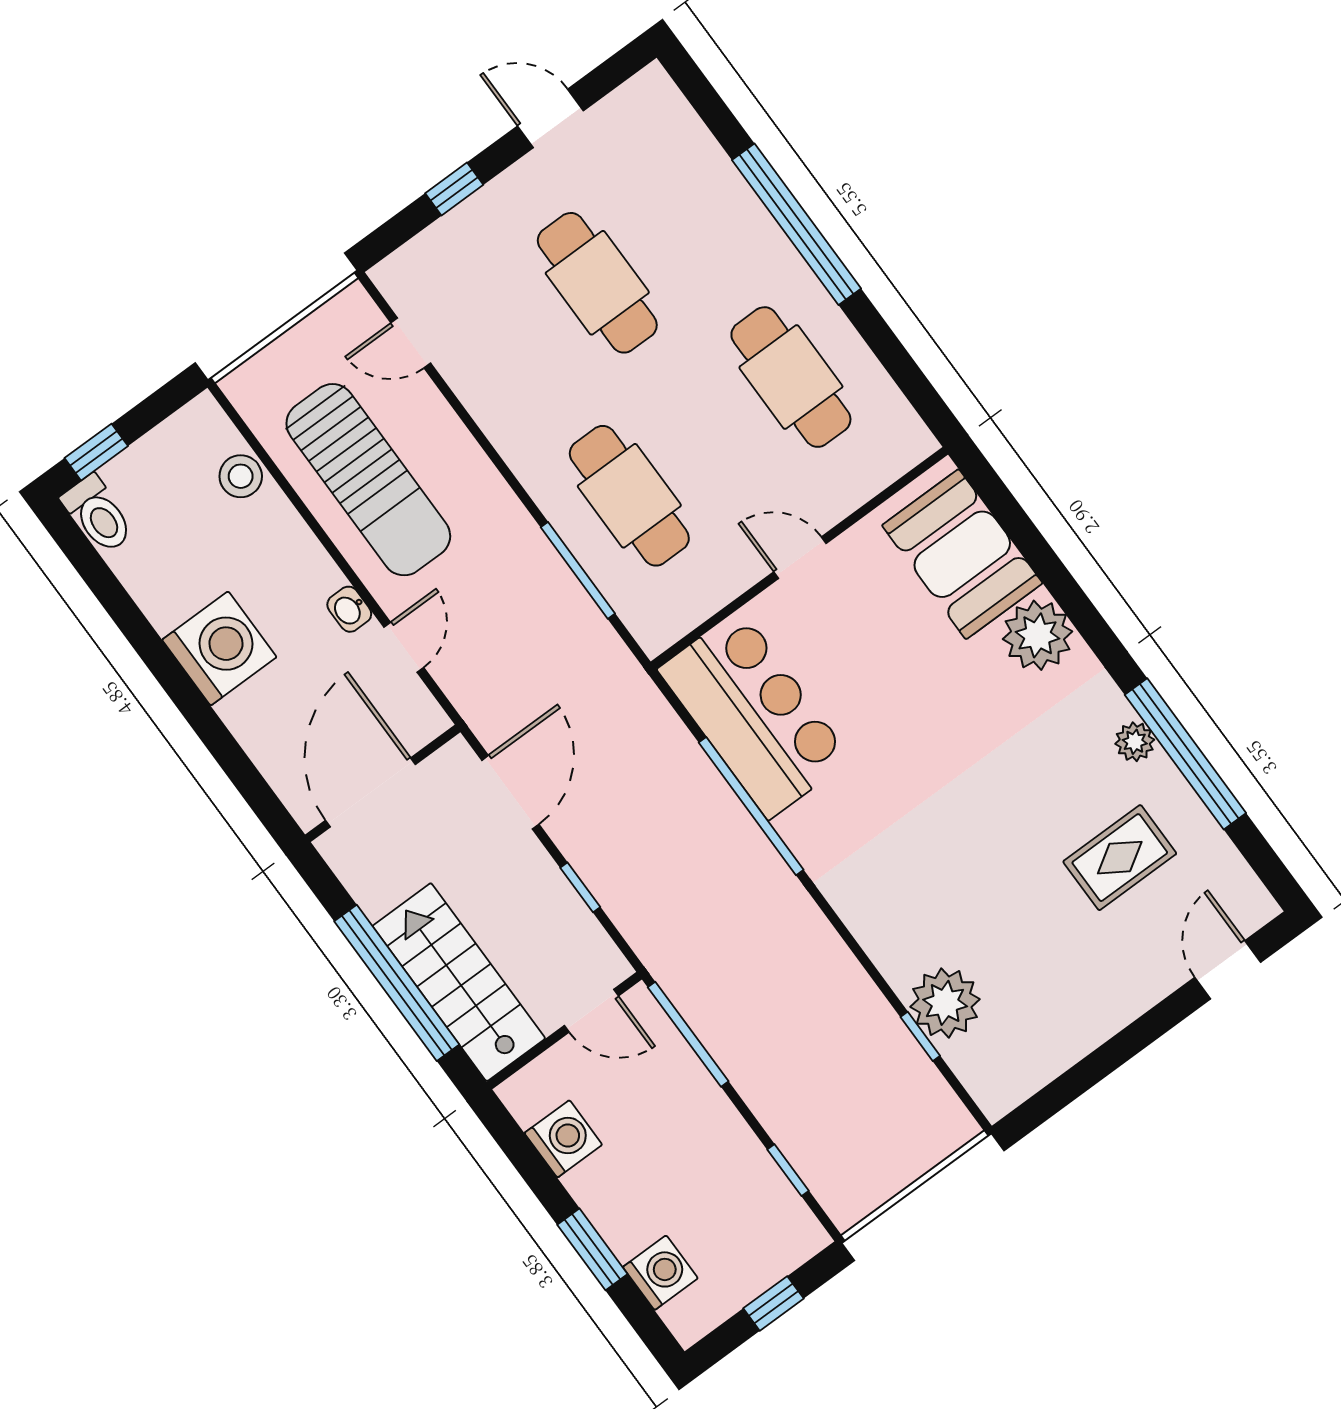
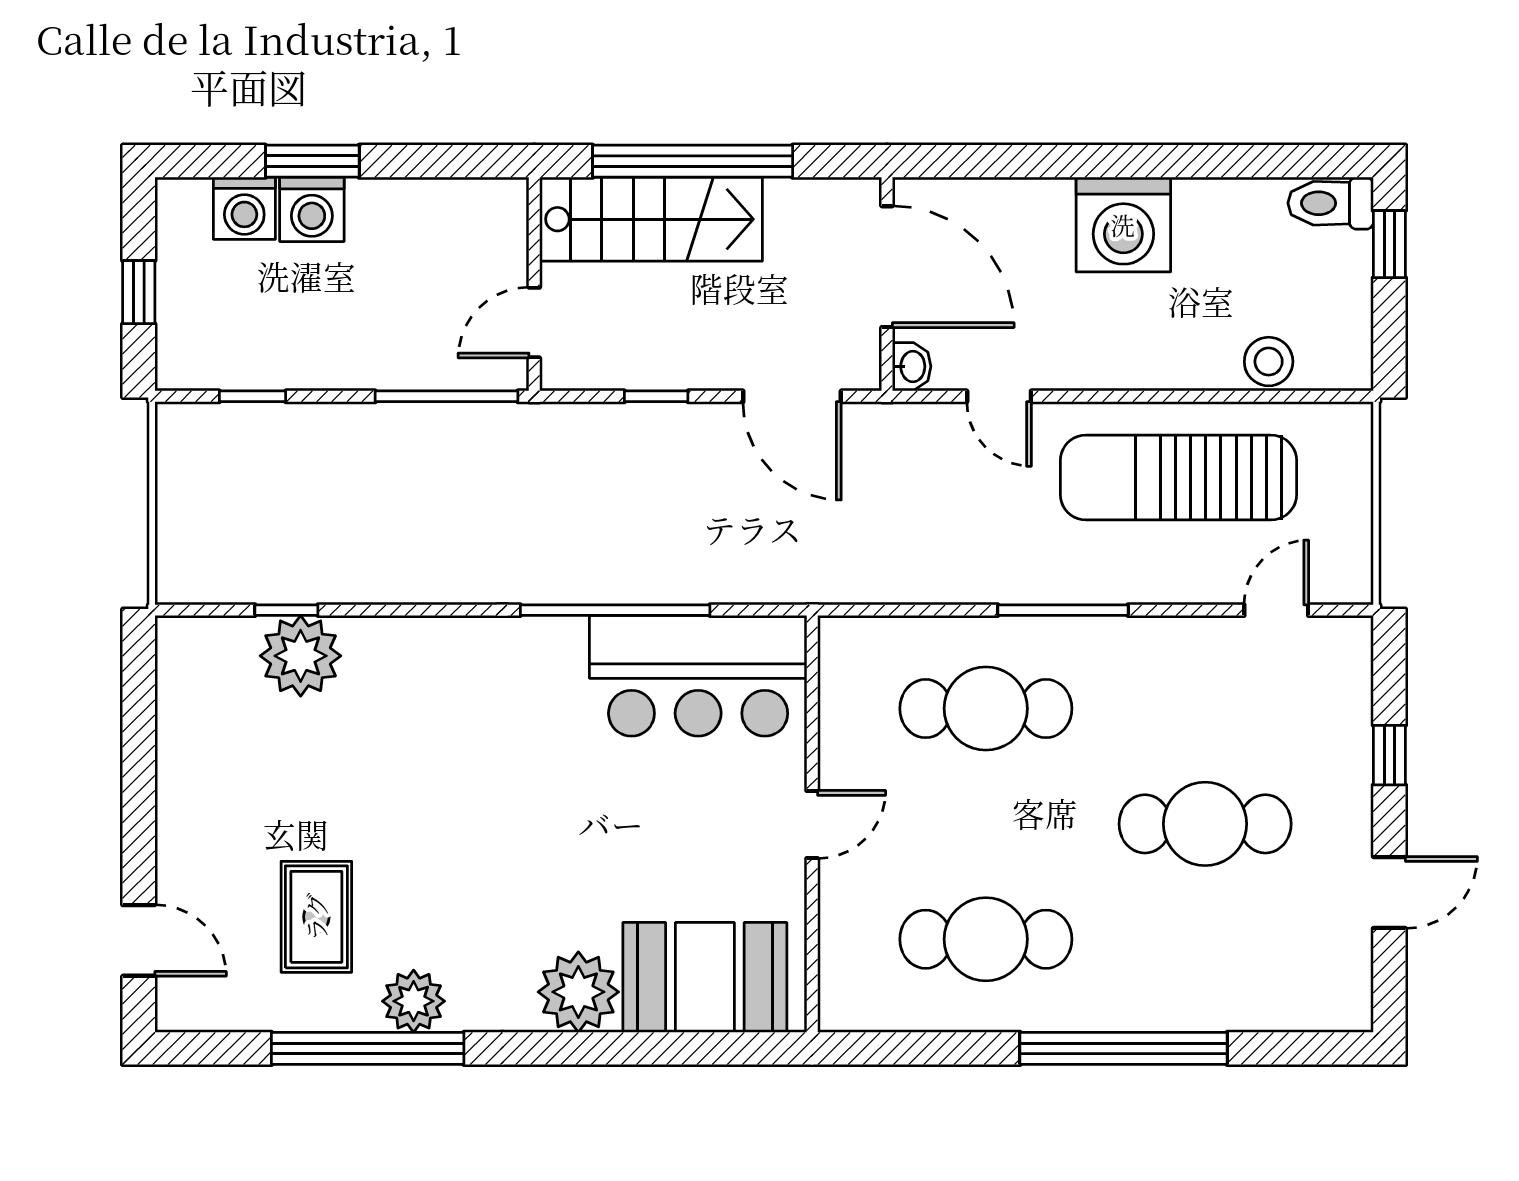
window: (578, 570) -> (1063, 610), moved
washbasin: (349, 609) -> (912, 366), moved, turned 90
plant: (1135, 742) -> (414, 1001), width x1.38, depth x1.38
washing machine: (563, 1139) -> (312, 209), moved

